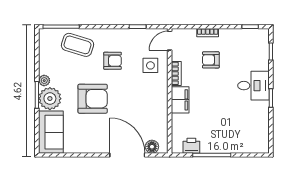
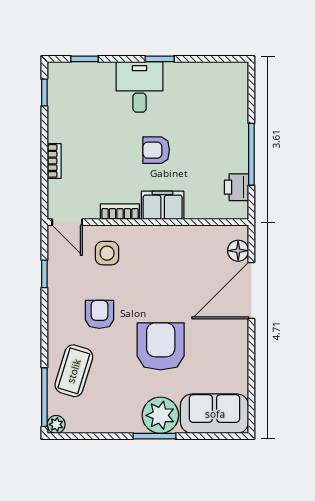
armchair: (211, 60) -> (156, 150), moved, turned 90
plant: (44, 81) -> (56, 424), moved

